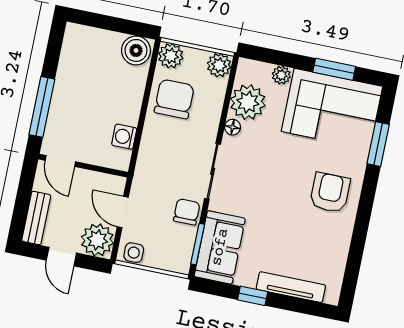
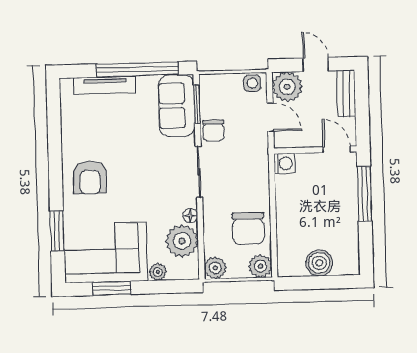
boiler: (136, 50) -> (319, 263), moved
washing machine: (124, 137) -> (284, 163), moved
window: (253, 296) -> (137, 69), width x3.17

